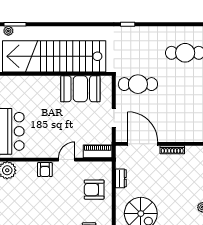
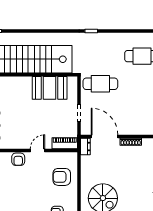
dresser: (121, 178) -> (85, 147), moved

